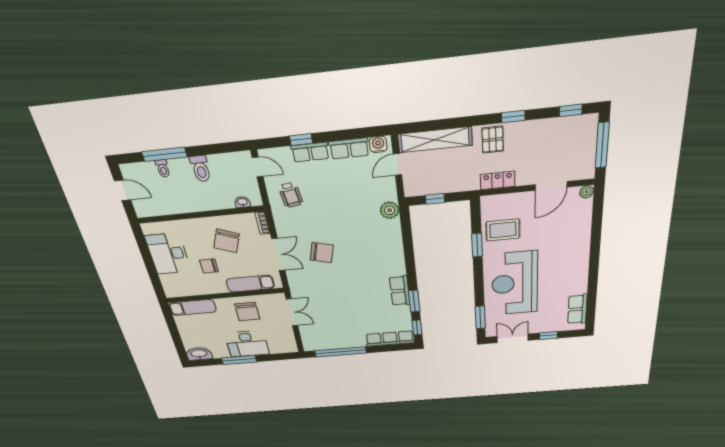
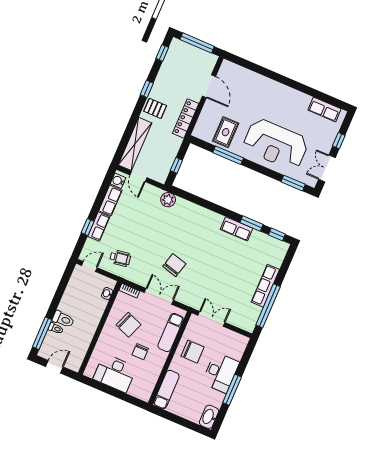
window: (164, 154) -> (42, 333), moved
toilet: (201, 169) -> (63, 319), moved
locker: (498, 180) -> (186, 118), width x1.53
plant: (587, 192) -> (226, 65), removed
window: (477, 245) -> (228, 155), width x1.44
row of seats: (390, 339) -> (265, 286), moved

